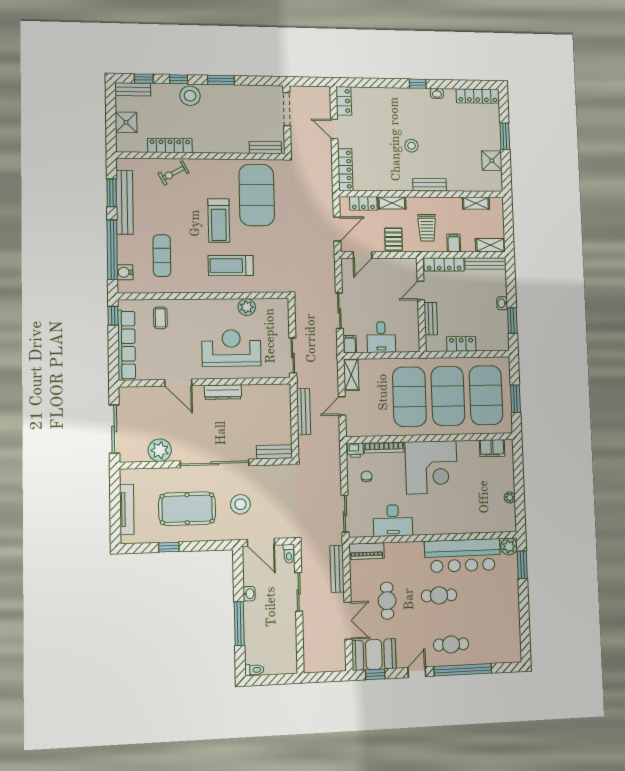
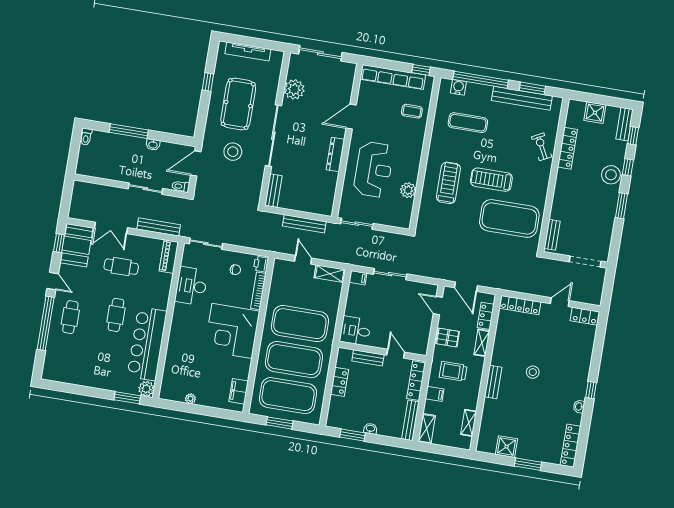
desk: (381, 337) -> (355, 331), moved

